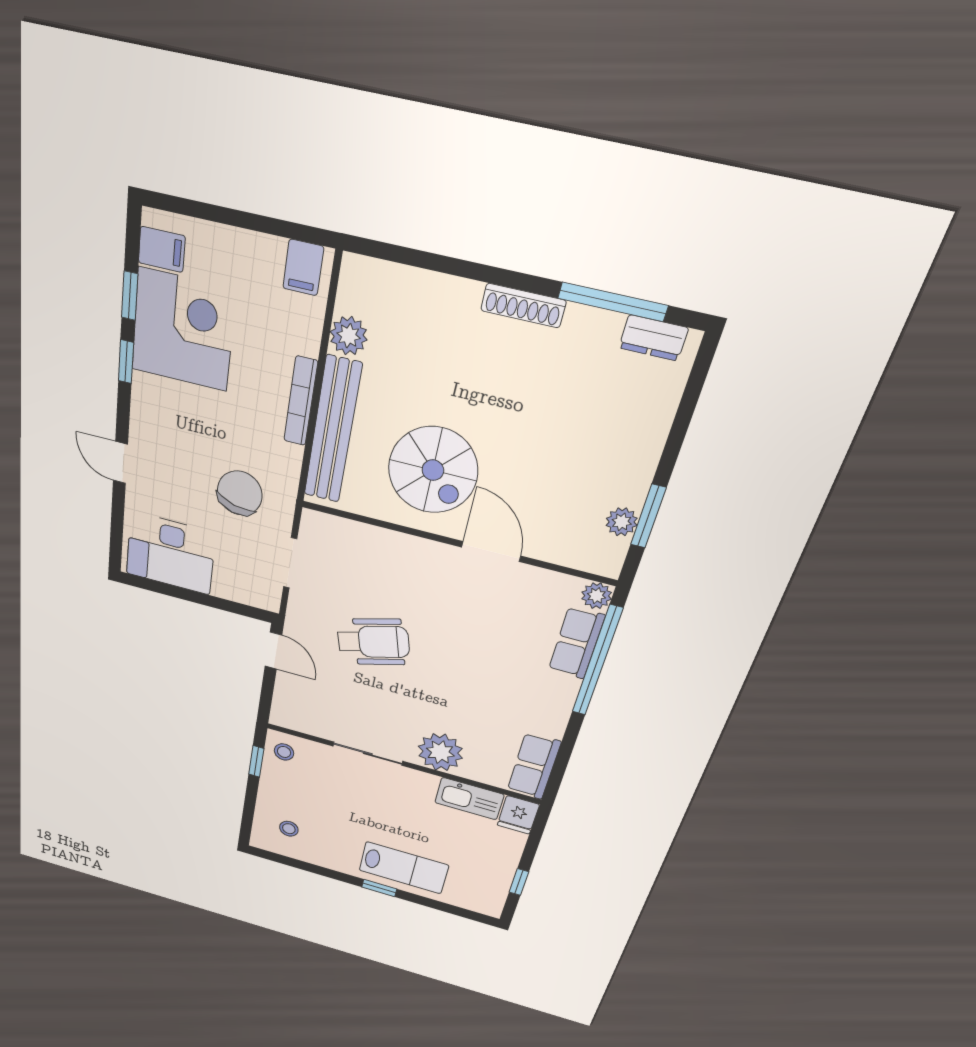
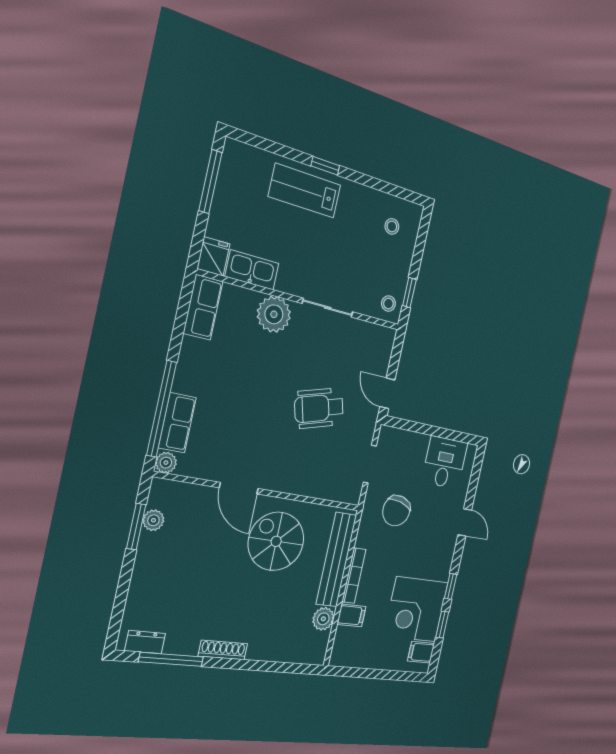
filing cabinet: (303, 268) -> (351, 615), moved, turned 90
desk: (170, 553) -> (445, 462), width x0.73
window: (519, 882) -> (210, 182), width x2.17

